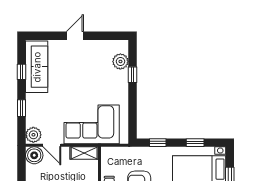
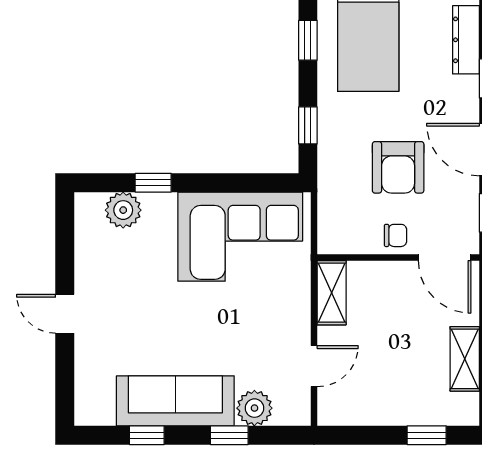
sofa: (37, 67) -> (175, 401), moved
corner sofa: (92, 124) -> (240, 237), moved, turned -90
plant: (33, 135) -> (254, 408), moved
boiler: (34, 155) -> (337, 406), removed

